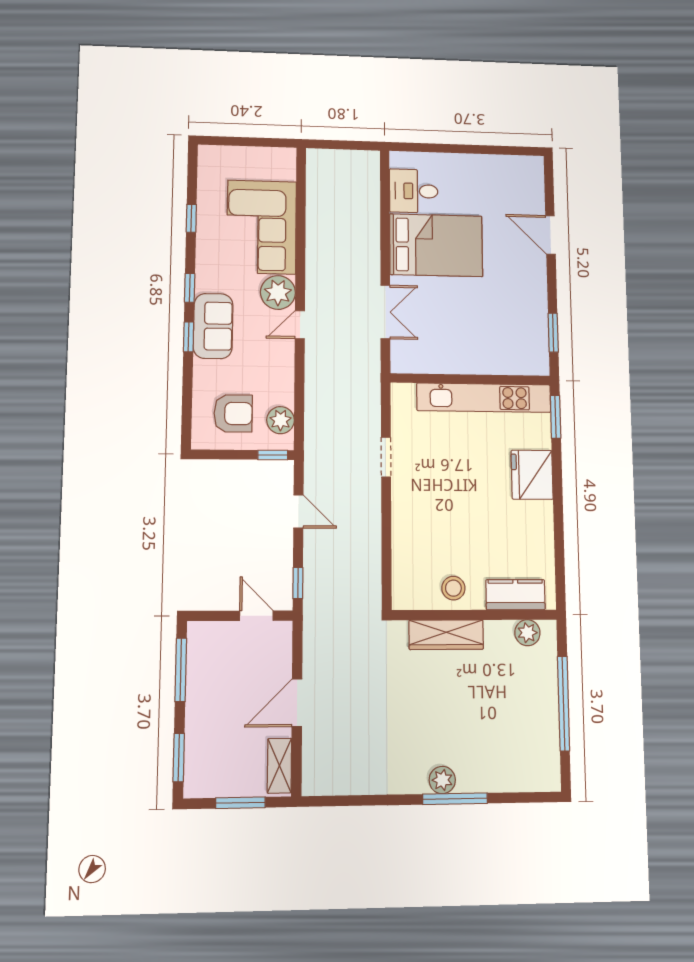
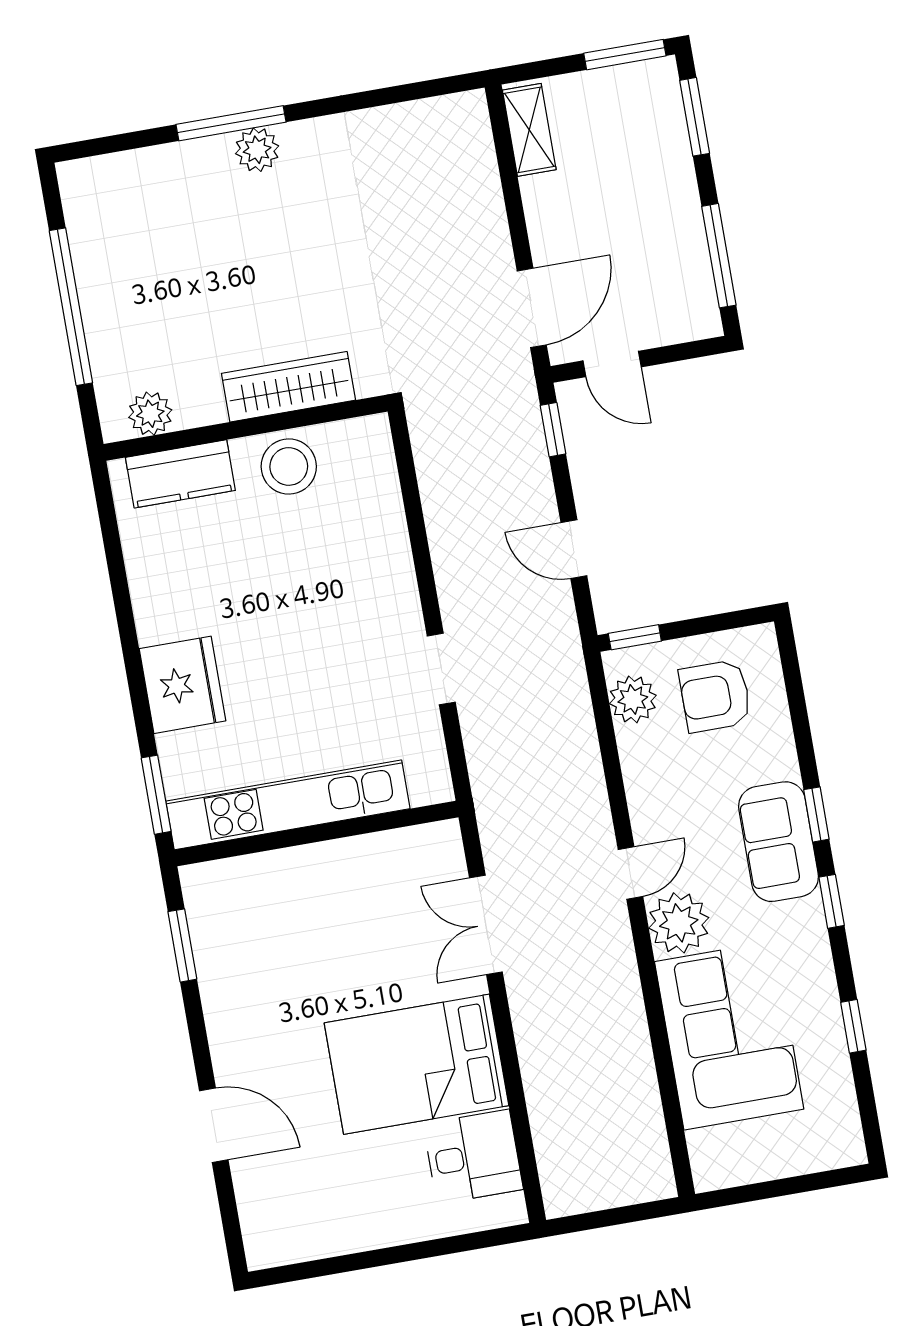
stool: (453, 588) -> (289, 466), width x1.38, depth x1.38
door: (297, 703) -> (532, 308), moved
window: (240, 803) -> (625, 55), moved

